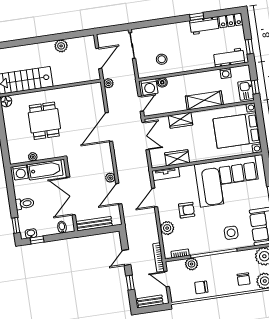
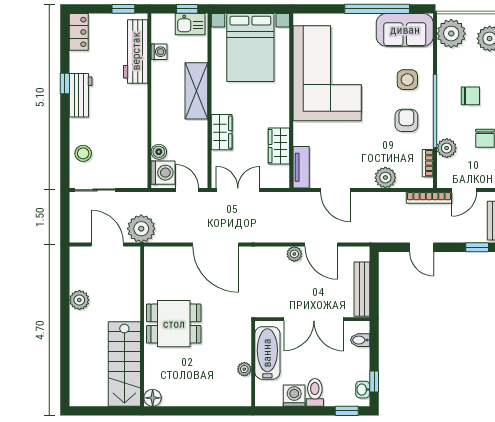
workbench: (204, 26) -> (81, 95), moved
workbench: (229, 58) -> (136, 51), width x1.38
stool: (162, 59) -> (83, 153), moved
plant: (108, 83) -> (141, 229), width x1.88, depth x1.88
dining table: (44, 121) -> (174, 324), moved
washing machine: (21, 172) -> (294, 396), moved, turned -90
armchair: (187, 210) -> (406, 120), moved
chair: (244, 279) -> (470, 96), moved
window: (130, 283) -> (477, 247), moved

